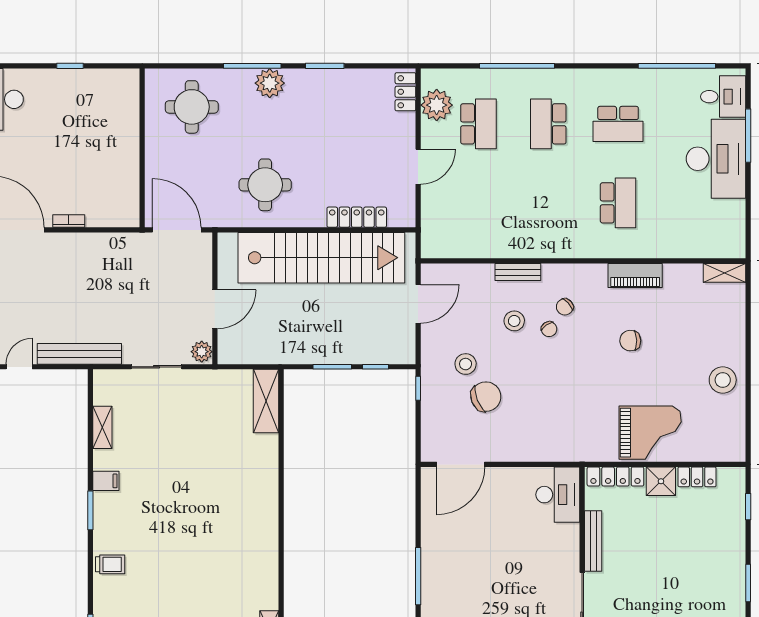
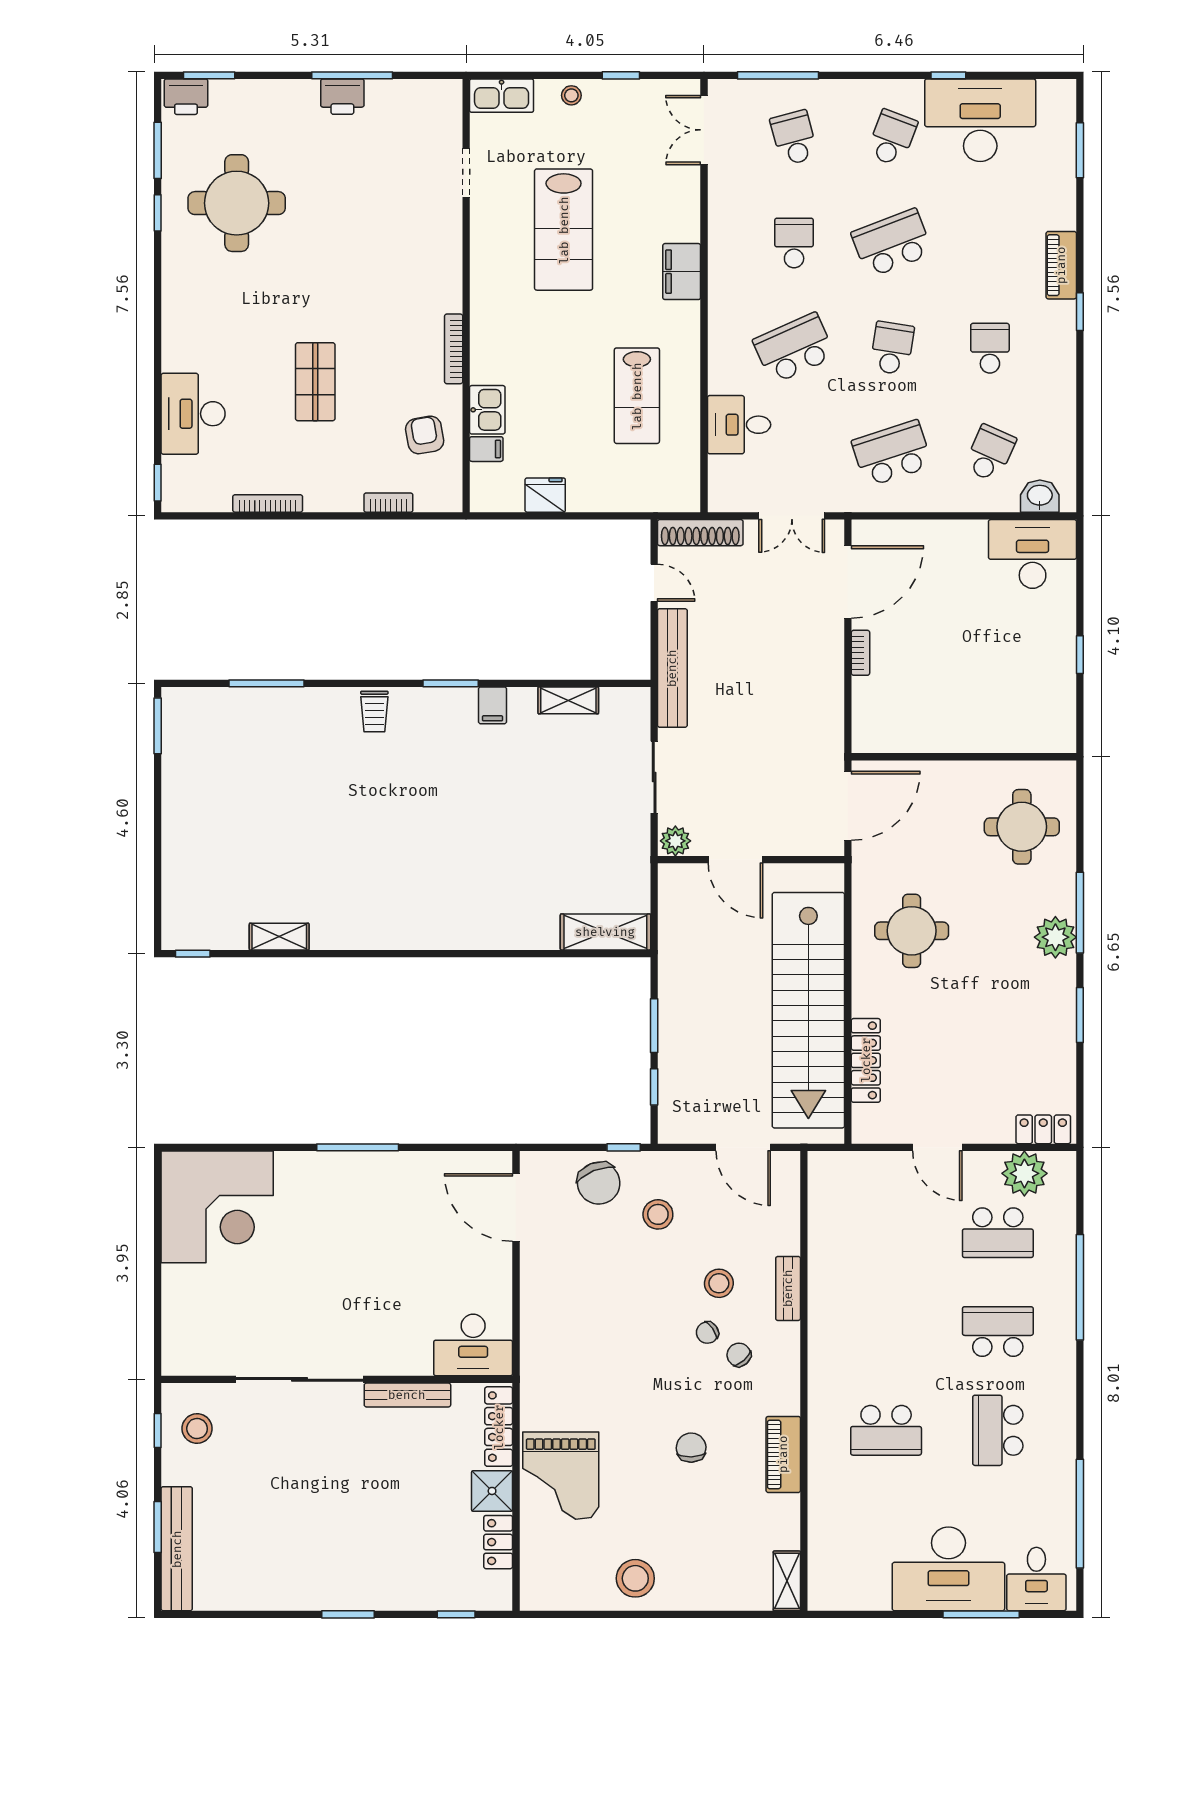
chair: (486, 397) -> (599, 1183), moved

